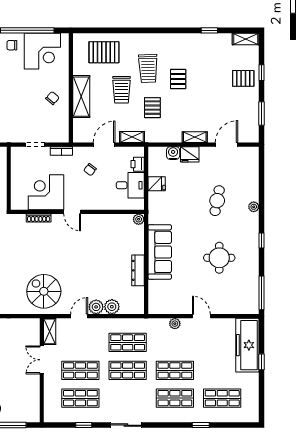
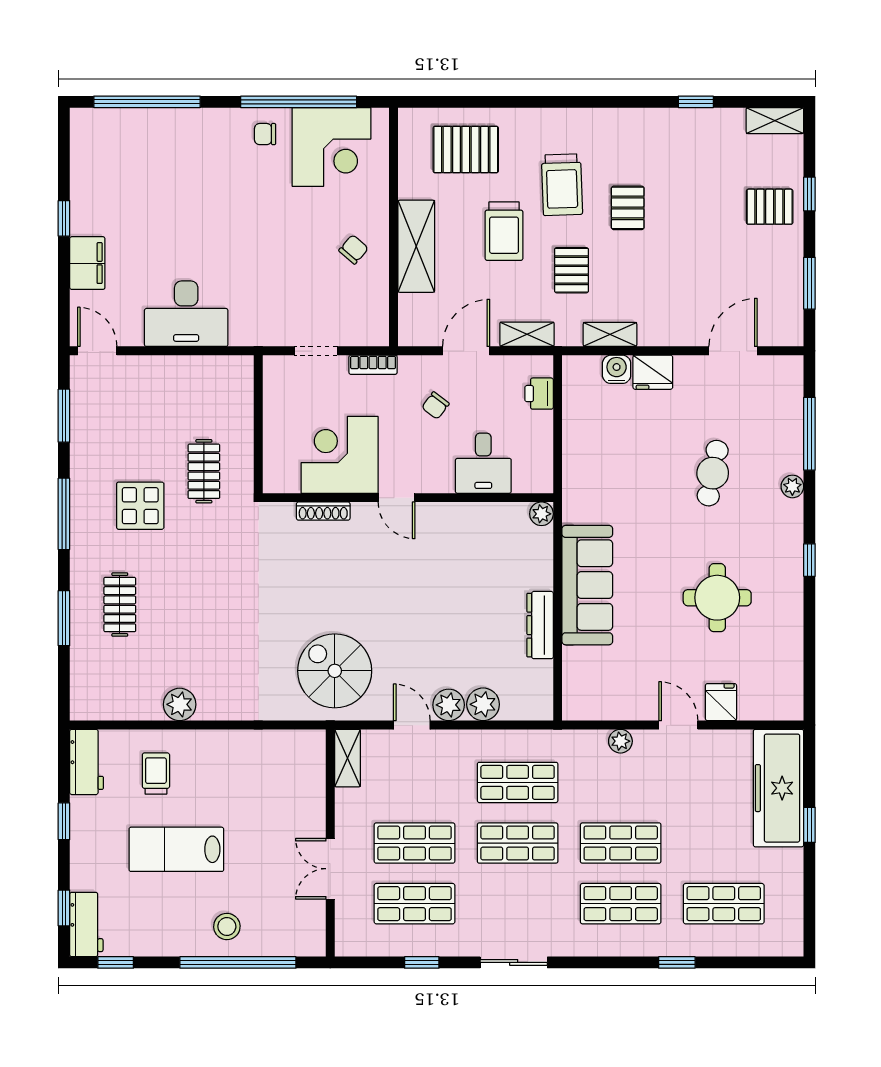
shelving: (195, 137) -> (610, 334), moved
fridge: (157, 184) -> (721, 702), moved, turned -90
desk: (130, 185) -> (483, 463), moved, turned 90
window: (262, 293) -> (809, 434), moved
door: (79, 316) -> (412, 725), hinge flipped
double door: (42, 360) -> (330, 869), moved

